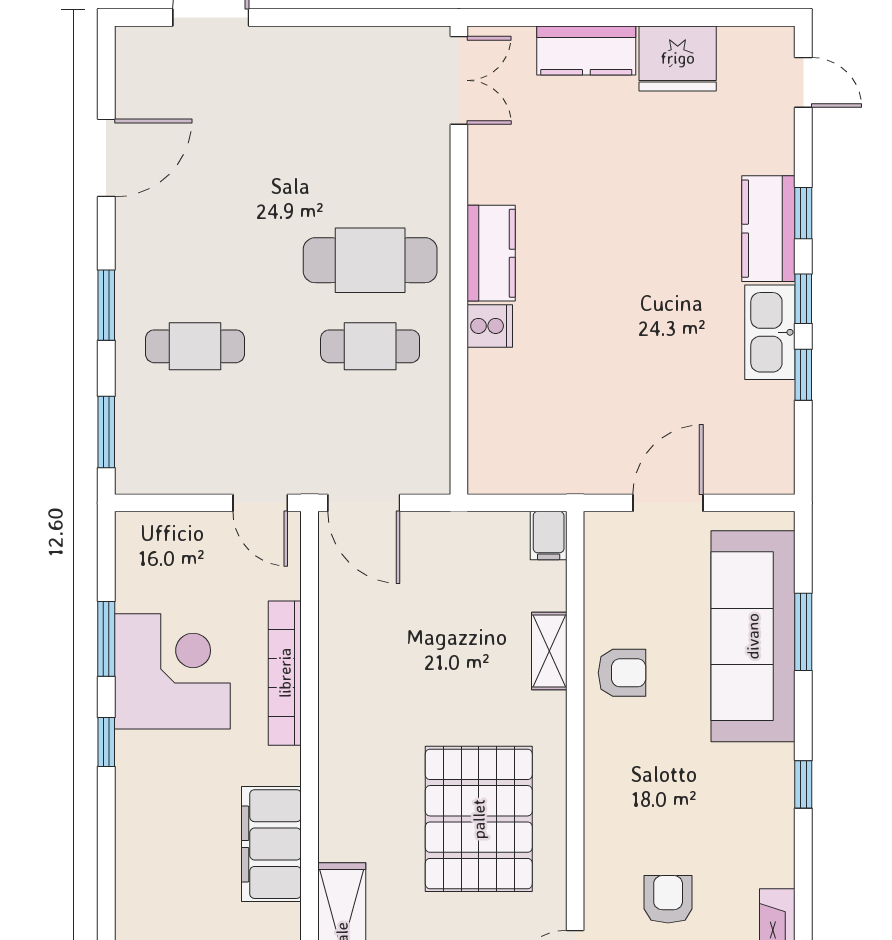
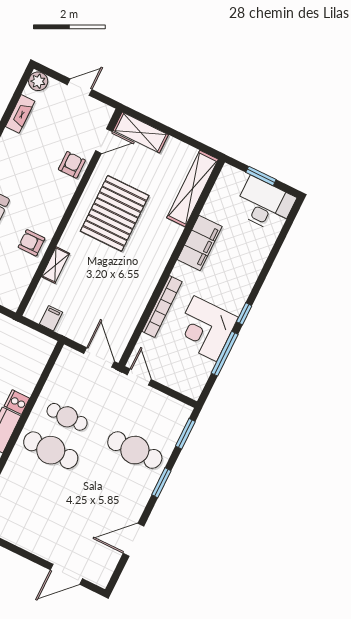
cafe table: (195, 346) -> (135, 450), width x1.37, depth x1.35
filing cabinet: (549, 536) -> (51, 318), moved
window: (106, 639) -> (225, 354), width x1.44
armchair: (668, 899) -> (72, 165), moved, turned 180

